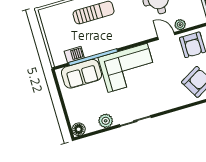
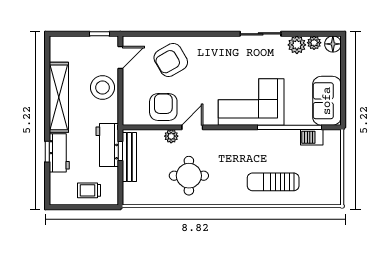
door: (166, 36) -> (192, 127), swing flipped
sofa: (81, 74) -> (327, 101), moved, turned -90
plant: (93, 126) -> (314, 43), added

